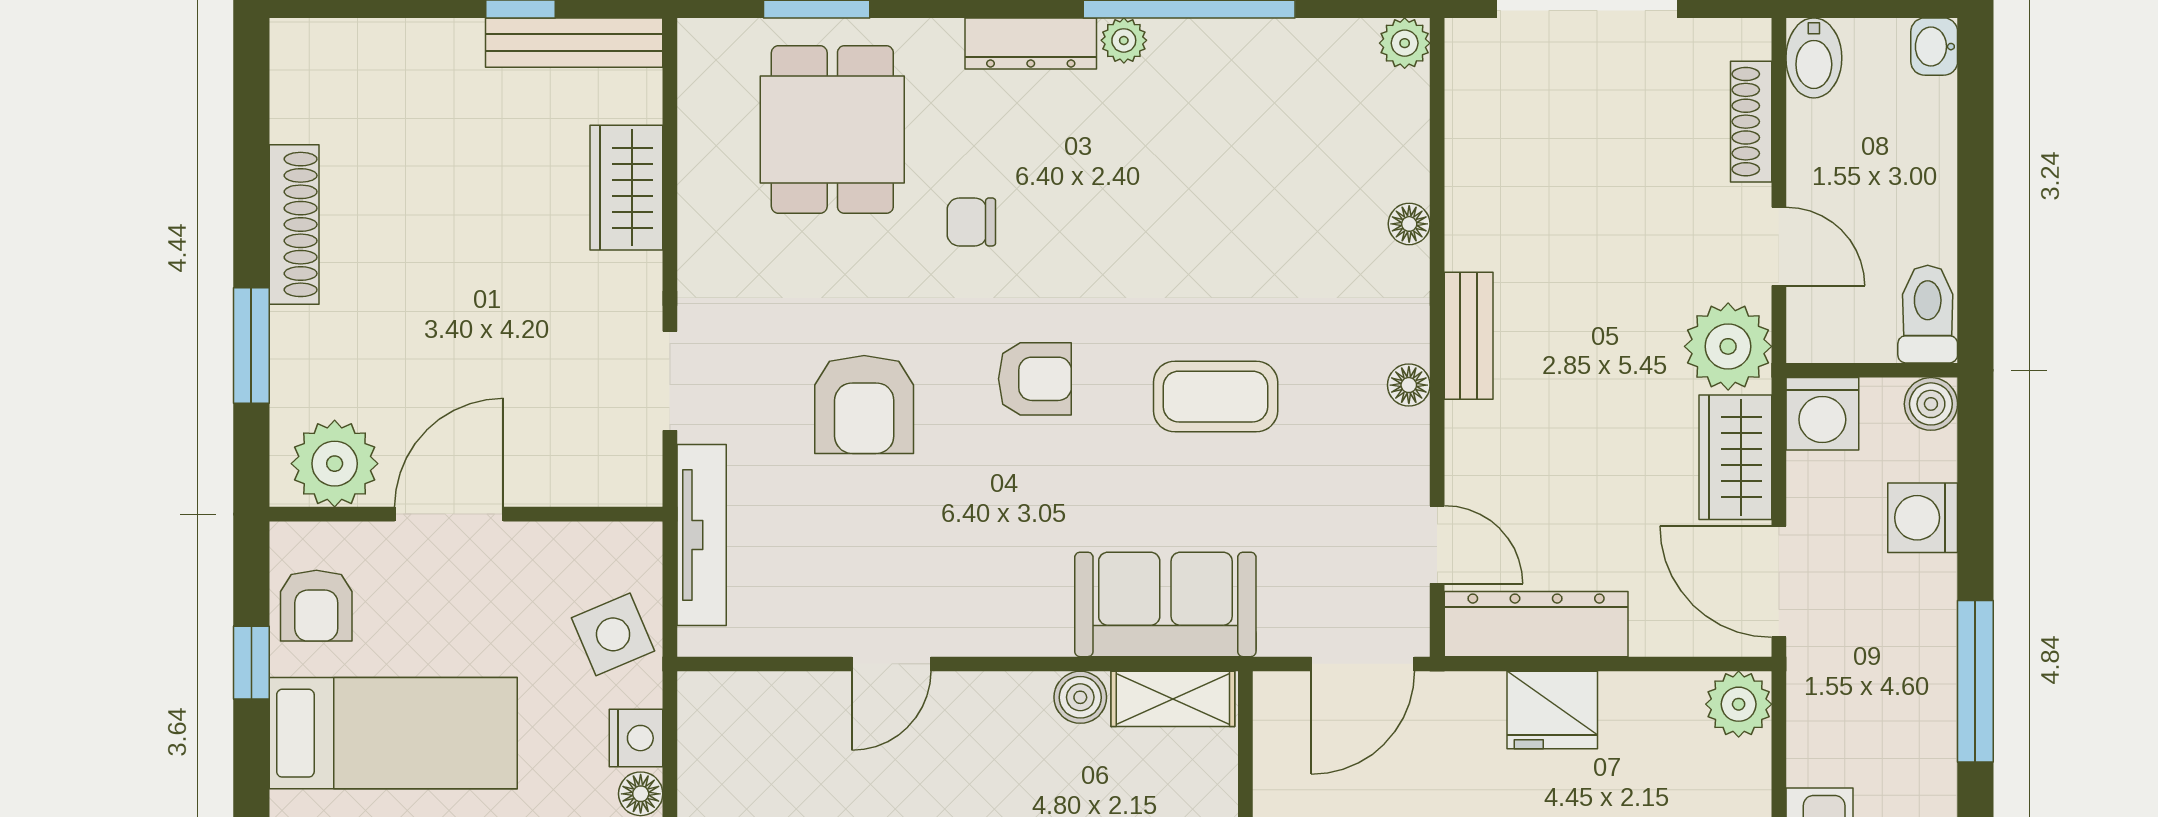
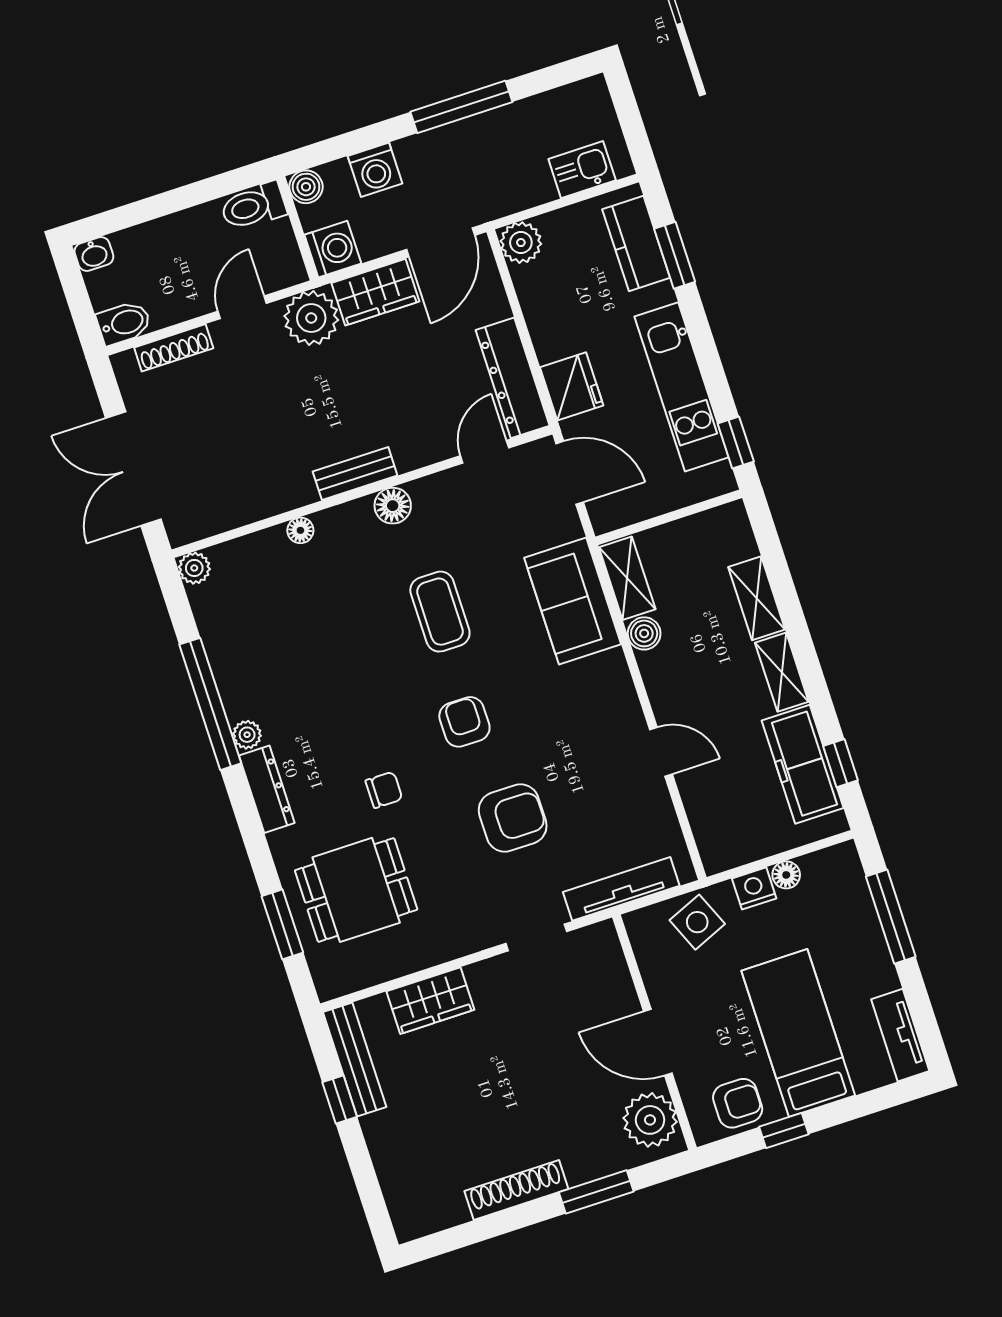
chair: (971, 222) -> (384, 790), turned -90
floor lamp: (1409, 385) -> (393, 506), width x1.37, depth x1.37
fridge: (1552, 710) -> (572, 386), moved

